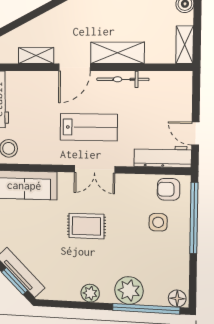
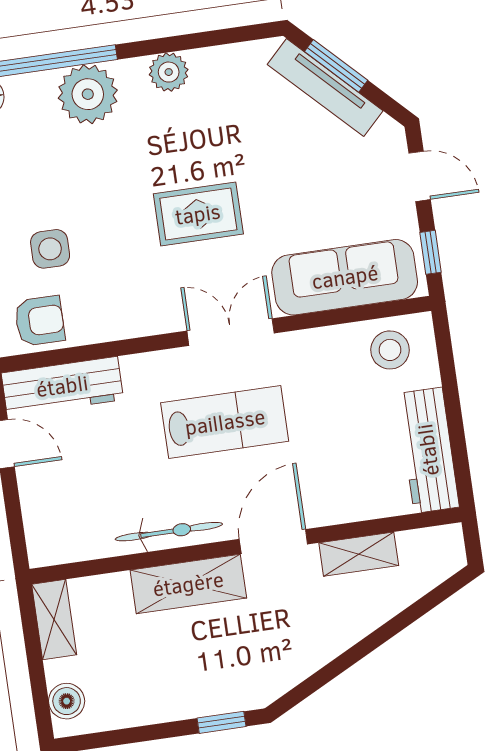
lab bench: (89, 127) -> (225, 422), turned 180
double door: (94, 169) -> (231, 332), moved

